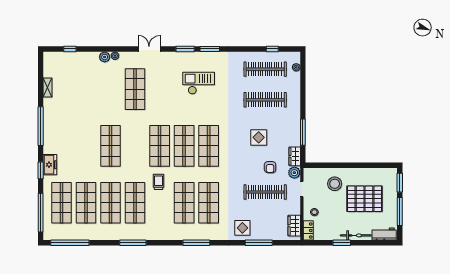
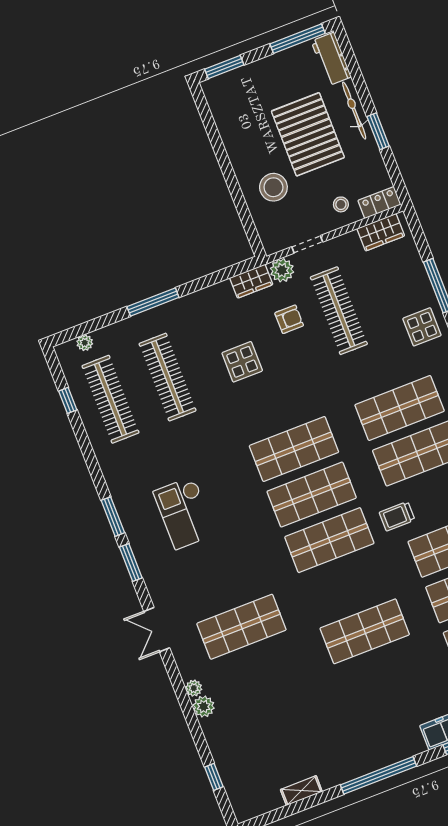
window: (303, 132) -> (153, 302), moved
pallet: (365, 199) -> (308, 134), moved
window: (400, 211) -> (297, 39), moved

